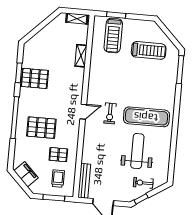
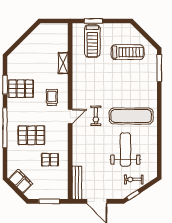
shelving: (77, 19) -> (56, 28), removed
trolley: (58, 179) -> (52, 97), moved

